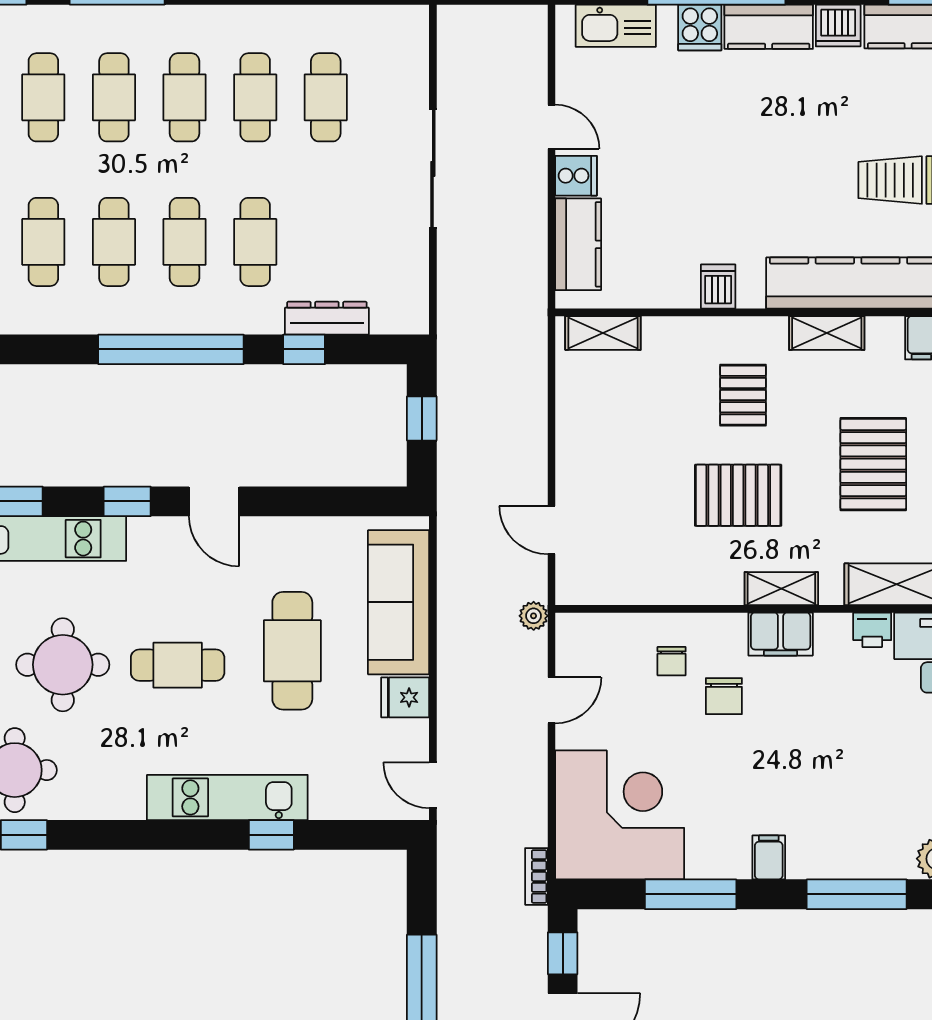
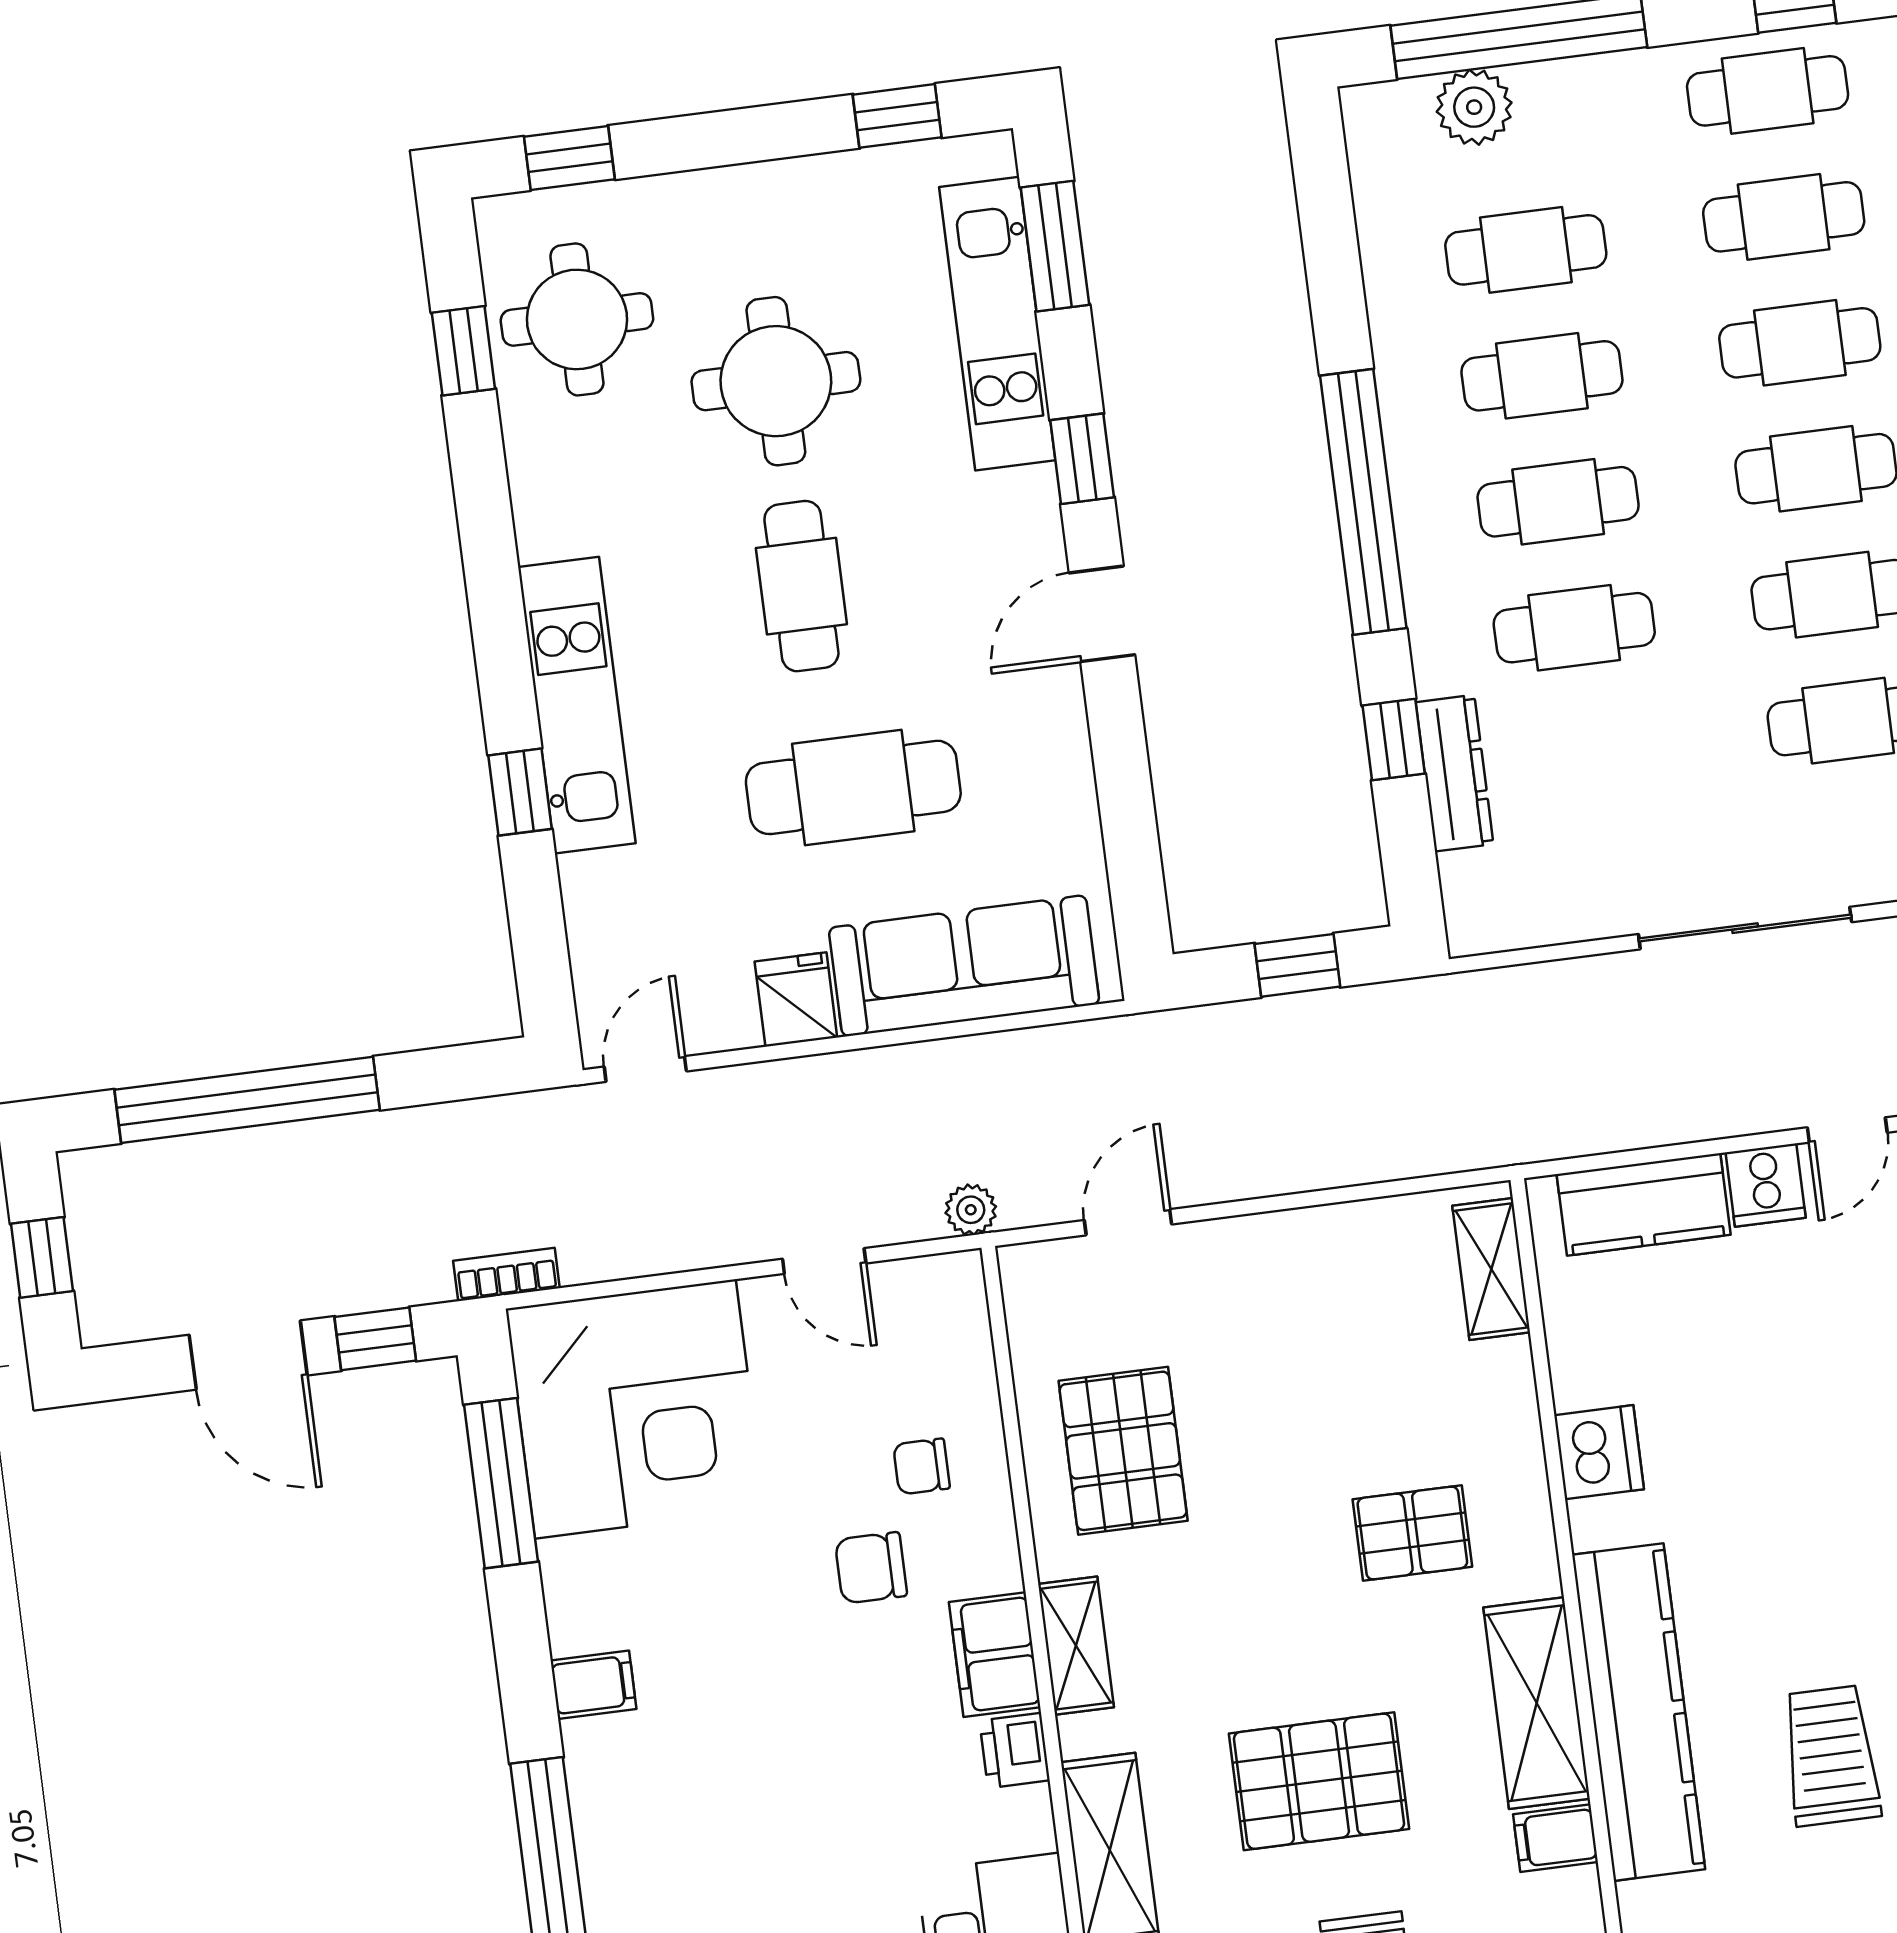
dishwasher: (718, 286) -> (1599, 1452), width x1.38
shelving: (827, 333) -> (1537, 1703), width x1.50, depth x1.33
pallet: (738, 495) -> (1123, 1451), moved
printer: (872, 630) -> (1015, 1751), moved
window: (691, 894) -> (501, 1483), moved

